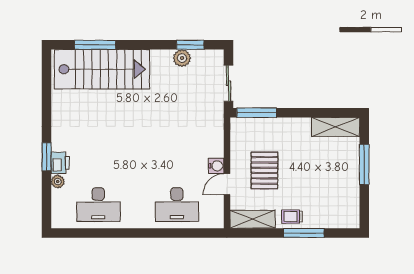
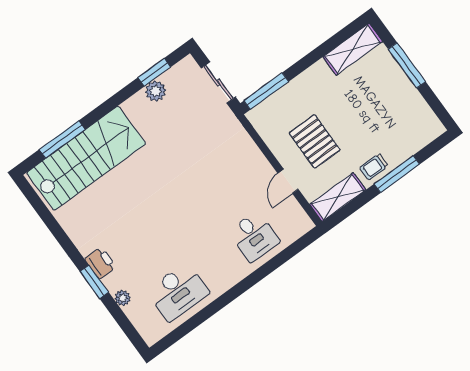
printer: (60, 163) -> (100, 263), moved
water cooler: (216, 166) -> (265, 171), removed
desk: (177, 205) -> (254, 236), width x0.73

